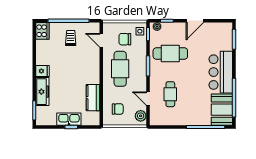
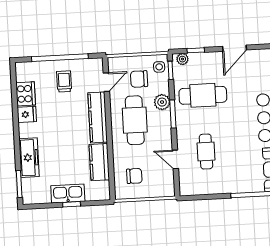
cooker: (42, 31) -> (26, 94), moved
door: (101, 40) -> (106, 82), swing flipped
kitchen counter: (94, 65) -> (98, 117), added
fridge: (43, 71) -> (27, 114), moved
plant: (141, 116) -> (162, 102), moved

